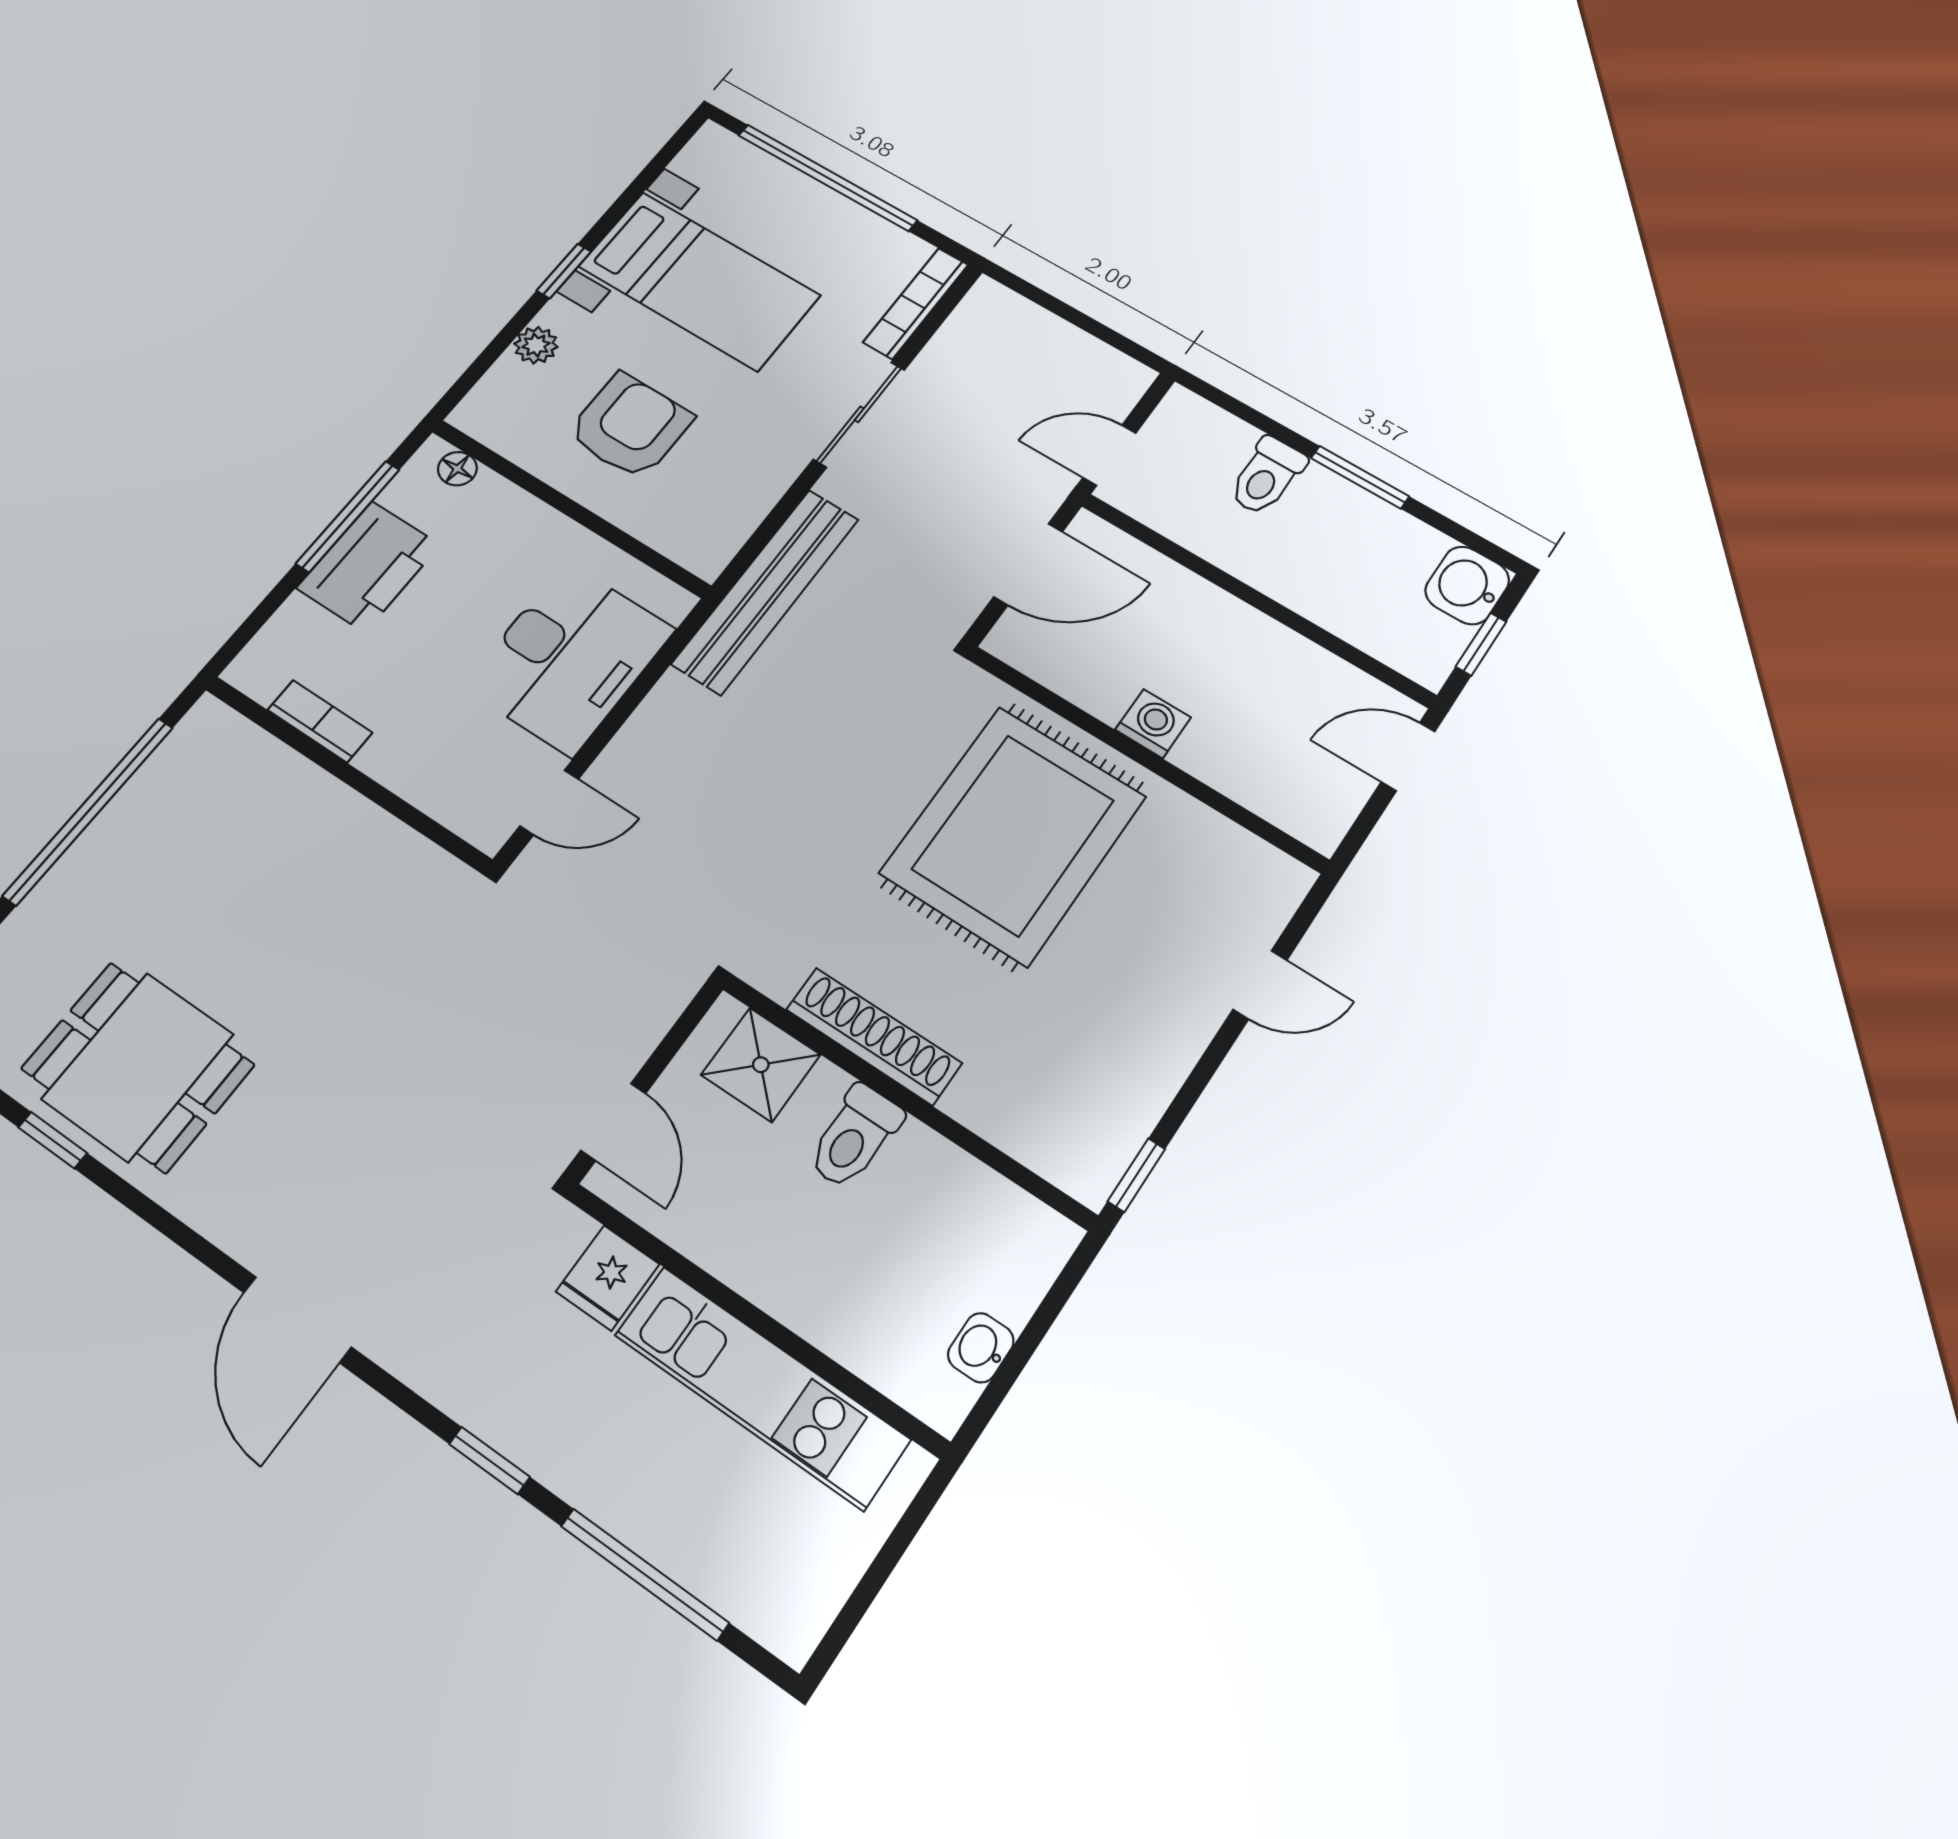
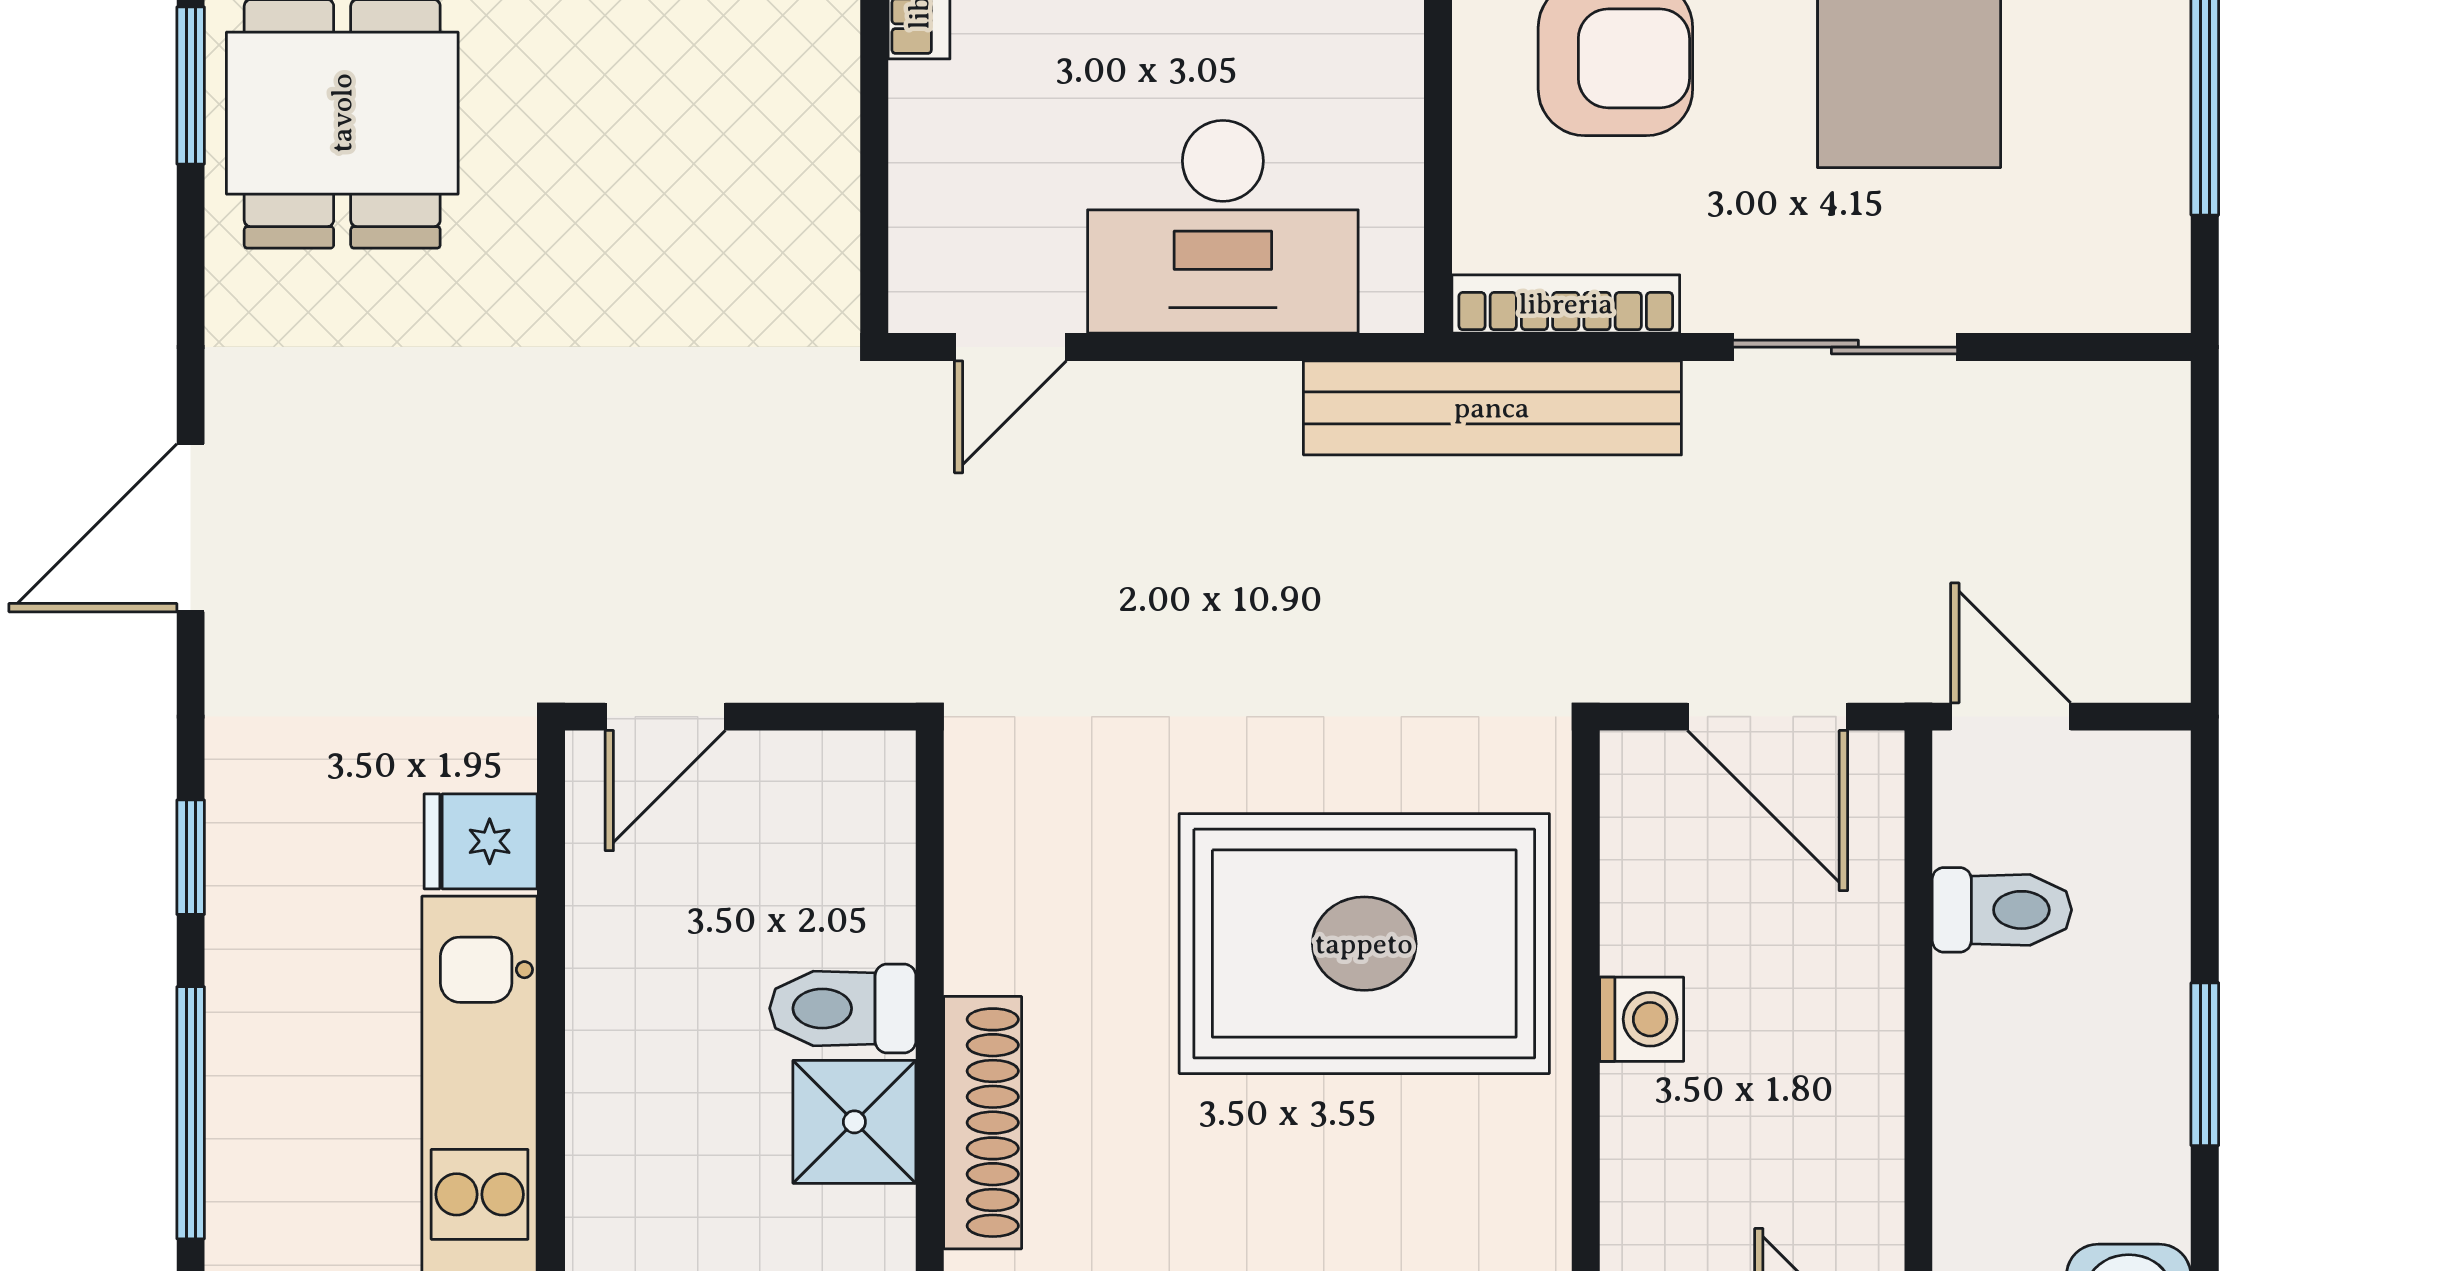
bookcase: (916, 303) -> (1566, 304), moved
toilet: (1267, 476) -> (2002, 910), moved, turned 180
door: (549, 802) -> (1010, 347), hinge flipped
shoe rack: (874, 1036) -> (983, 1123), moved
shower: (761, 1065) -> (854, 1122), moved
window: (53, 1140) -> (191, 86), width x1.50

